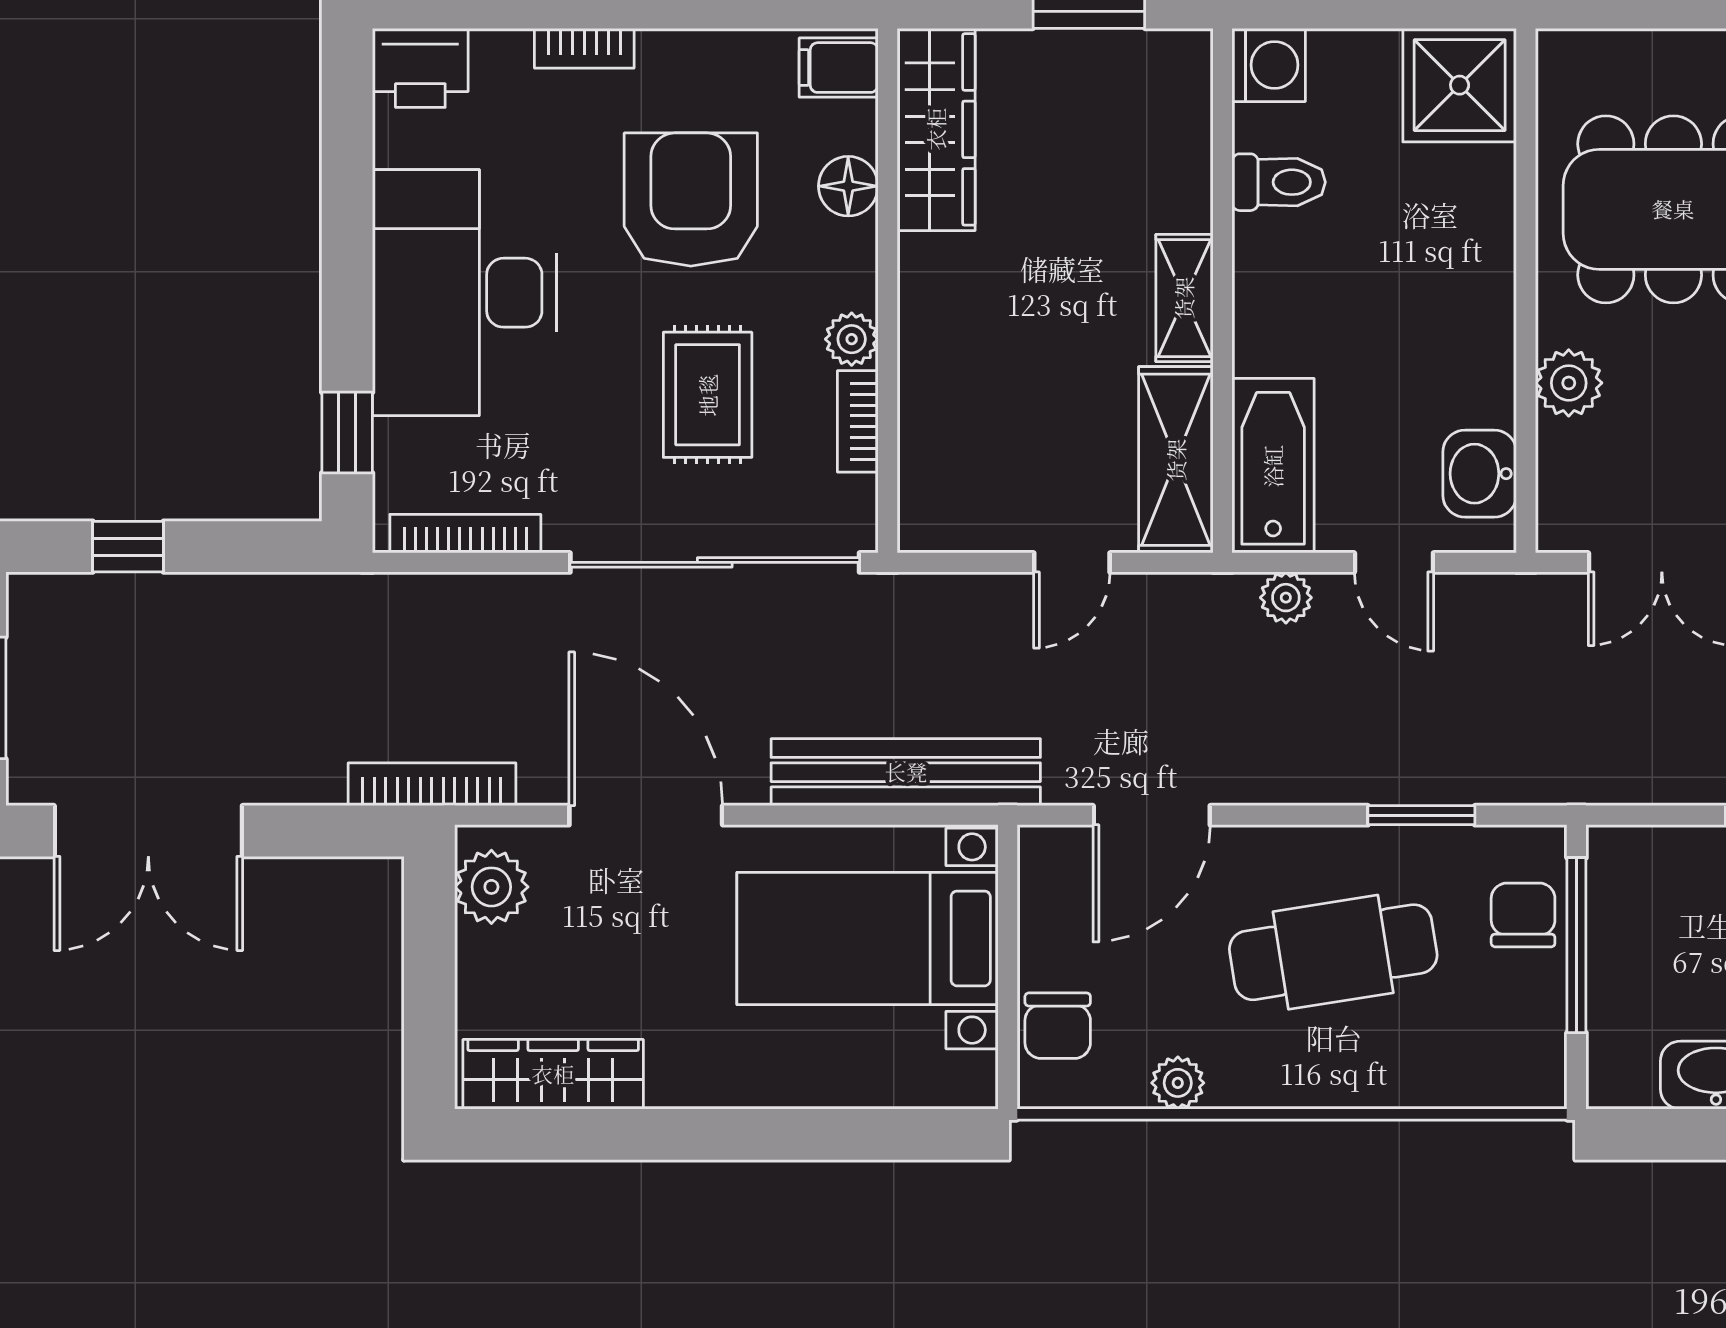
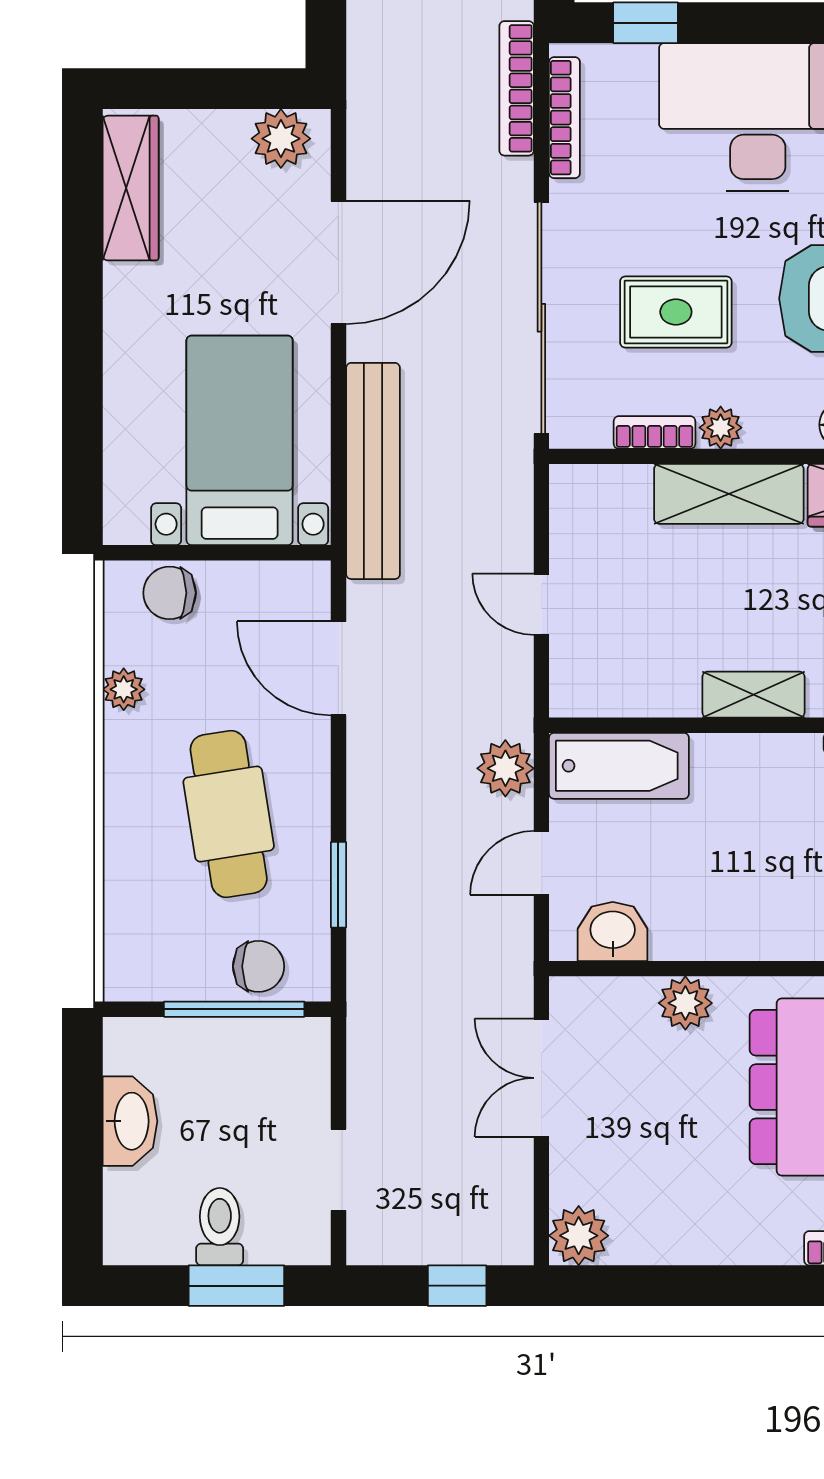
shelving: (1176, 460) -> (729, 494), moved
plant: (1286, 598) -> (505, 768), width x1.38, depth x1.38
bookcase: (432, 784) -> (517, 88), moved, turned 180

